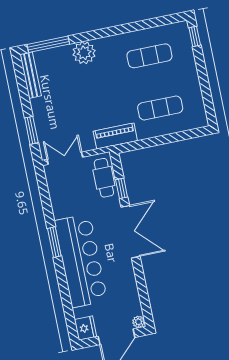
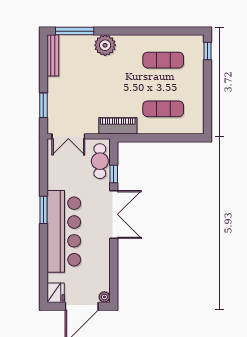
double door: (65, 158) -> (68, 136), swing flipped

